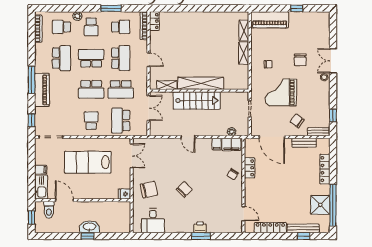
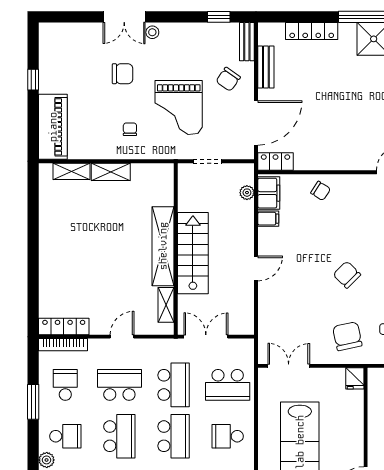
locker: (154, 21) -> (64, 327), width x1.53
school desk: (91, 58) -> (119, 436), turned 180
locker: (250, 168) -> (276, 162), moved

